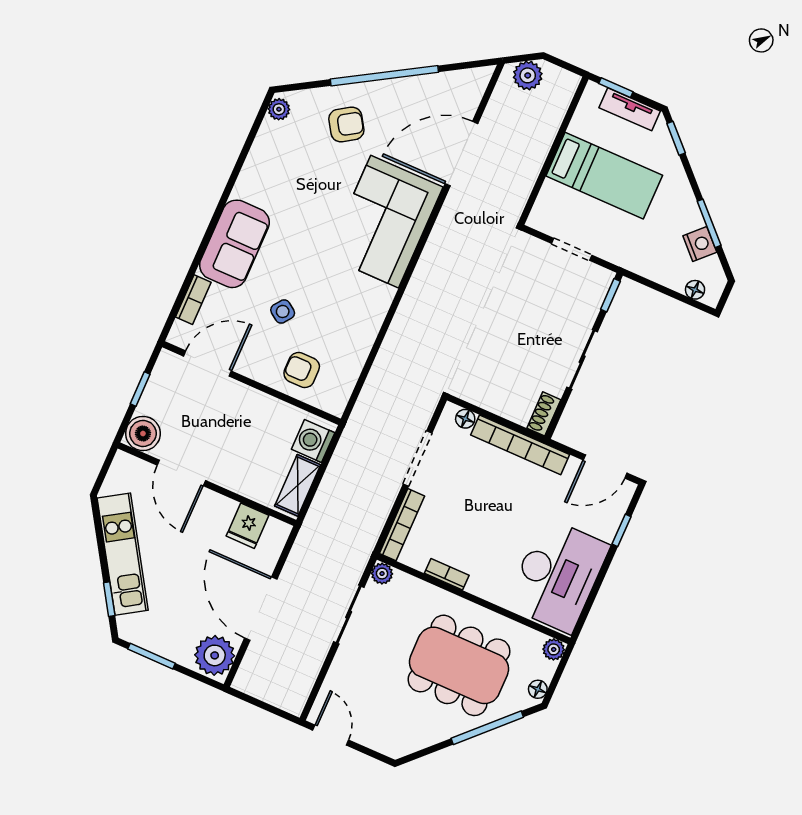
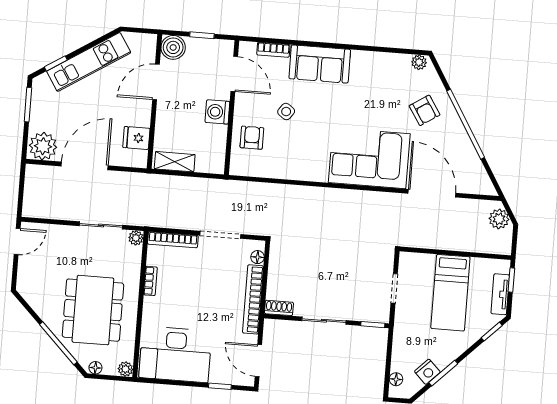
washing machine: (313, 441) -> (217, 112), moved, turned -90

